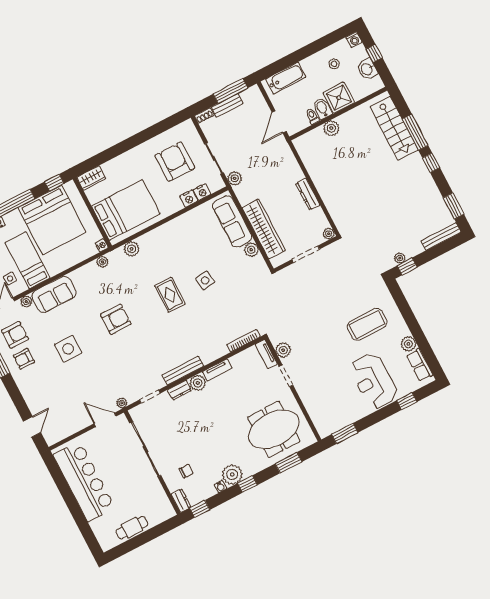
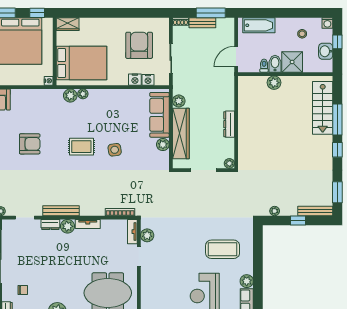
plant: (235, 178) -> (179, 101), moved
plant: (102, 262) -> (83, 94), moved
window: (407, 266) -> (298, 220), moved
rug: (170, 295) -> (81, 147), turned 90

